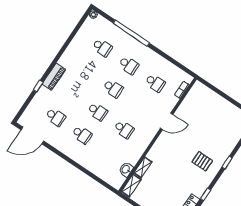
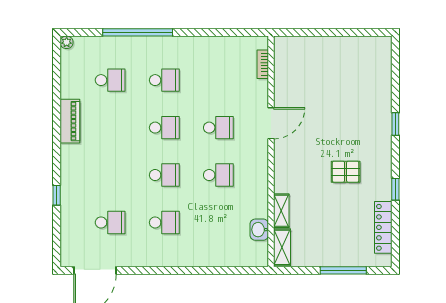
piano: (54, 77) -> (70, 121), moved
school desk: (155, 83) -> (218, 128), moved
pallet: (202, 161) -> (346, 172), moved

